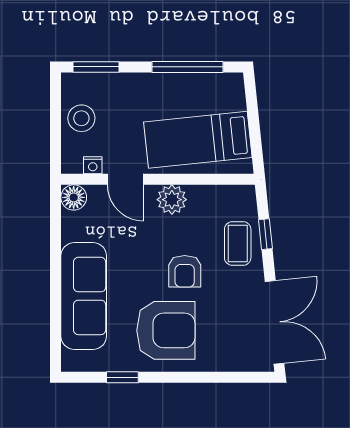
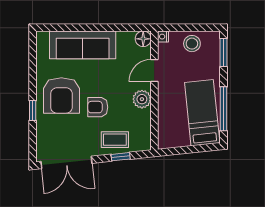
bed: (198, 140) -> (202, 113), moved
nightstand: (93, 165) -> (163, 37), moved
window: (122, 377) -> (33, 110), moved

